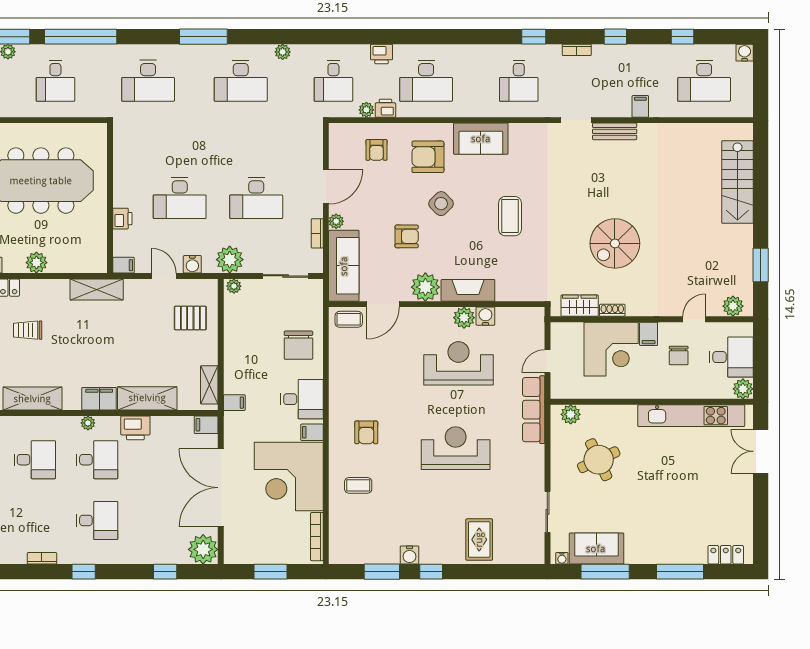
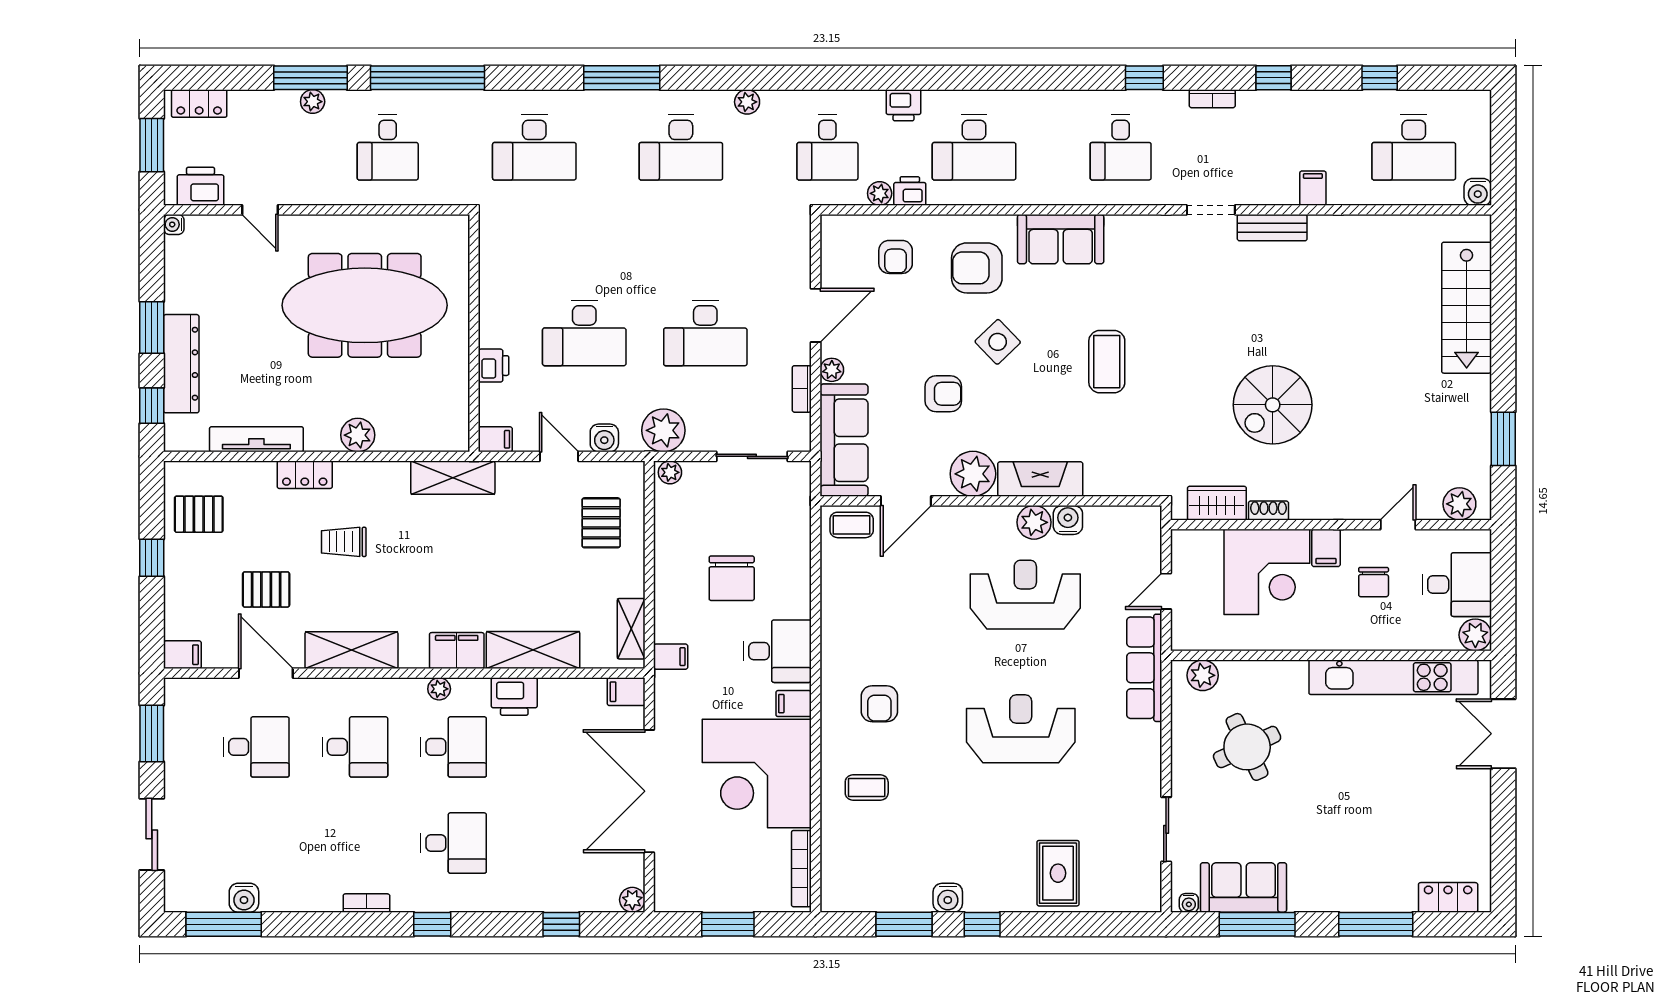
water cooler: (745, 53) -> (1478, 192), moved, turned 180
pallet: (190, 318) -> (601, 523), turned 90
chair: (298, 345) -> (732, 578), moved
plant: (203, 549) -> (632, 900), width x0.53, depth x0.53

